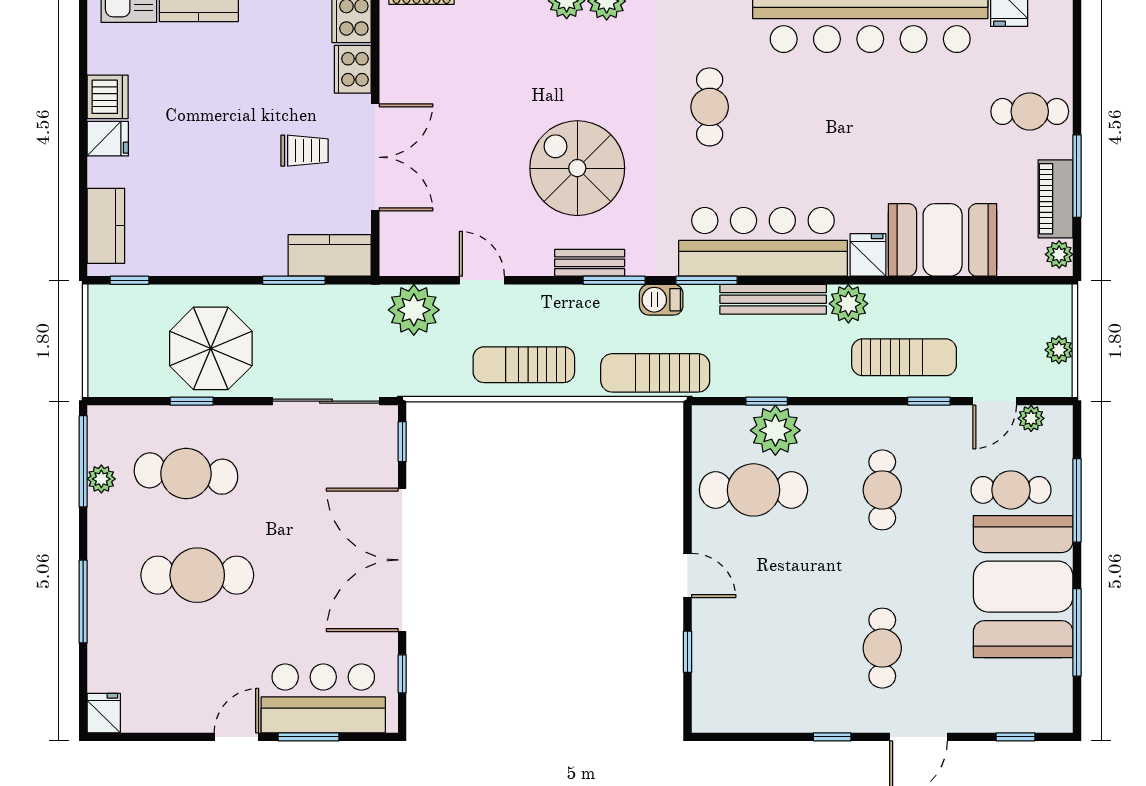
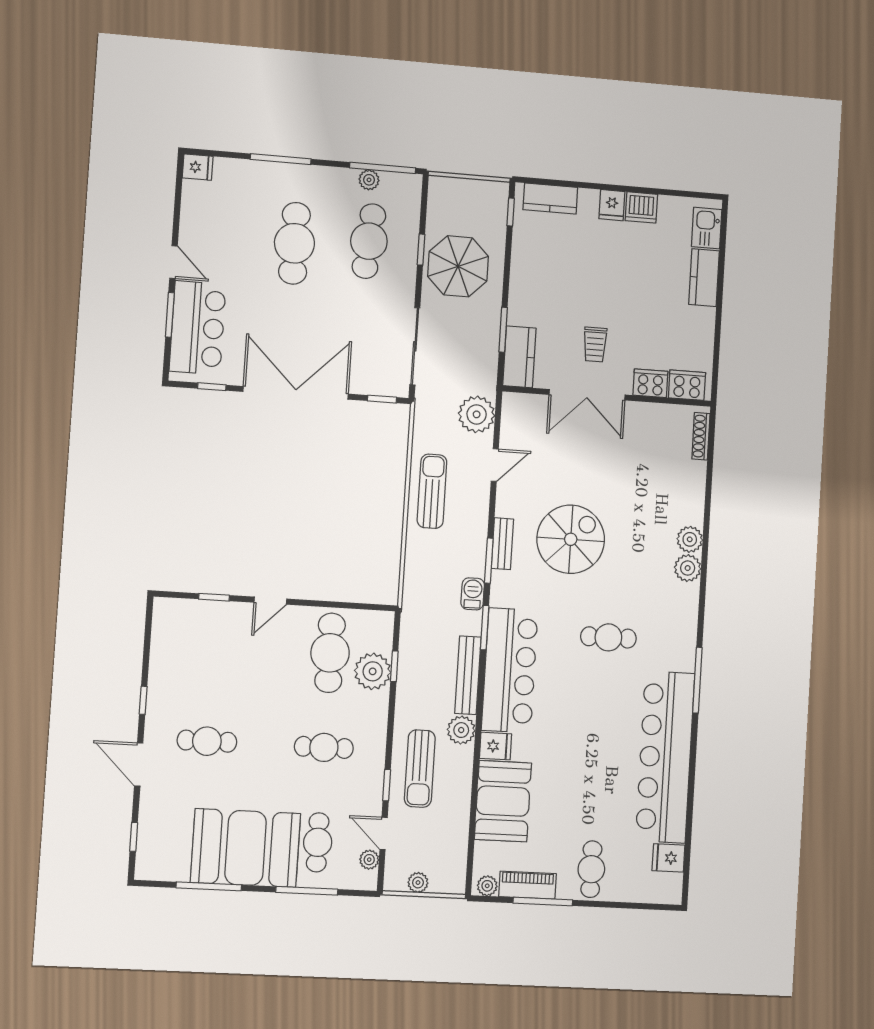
sun lounger: (655, 373) -> (420, 586), removed

